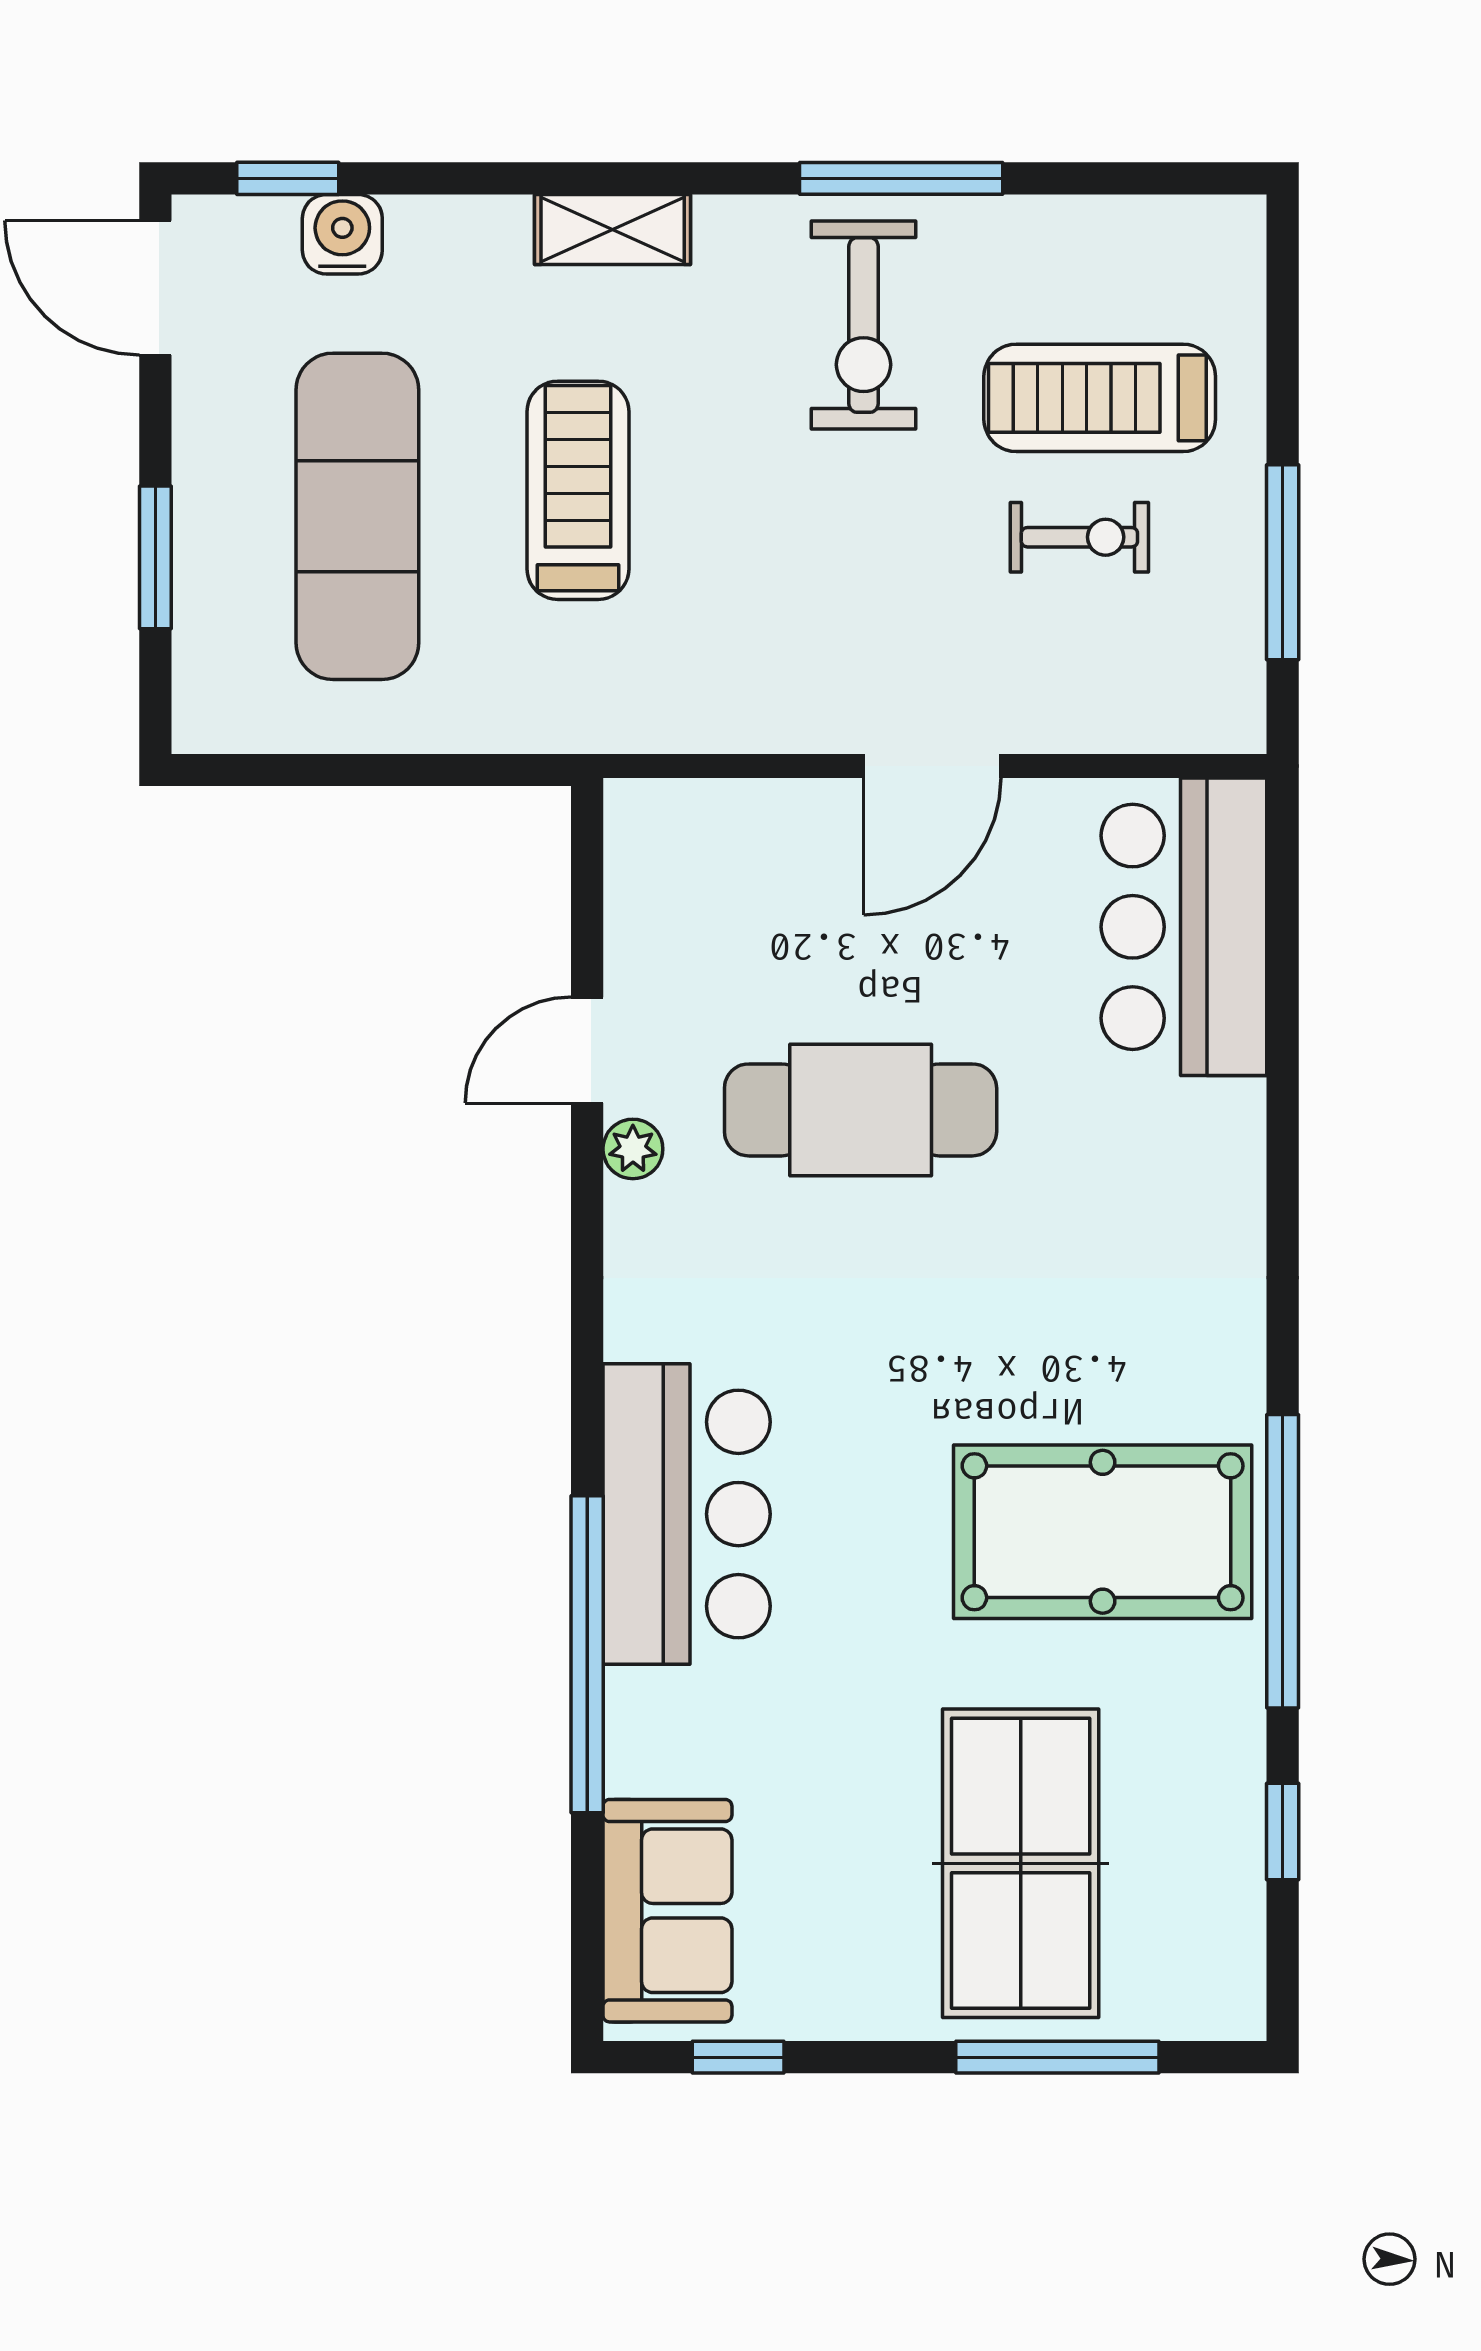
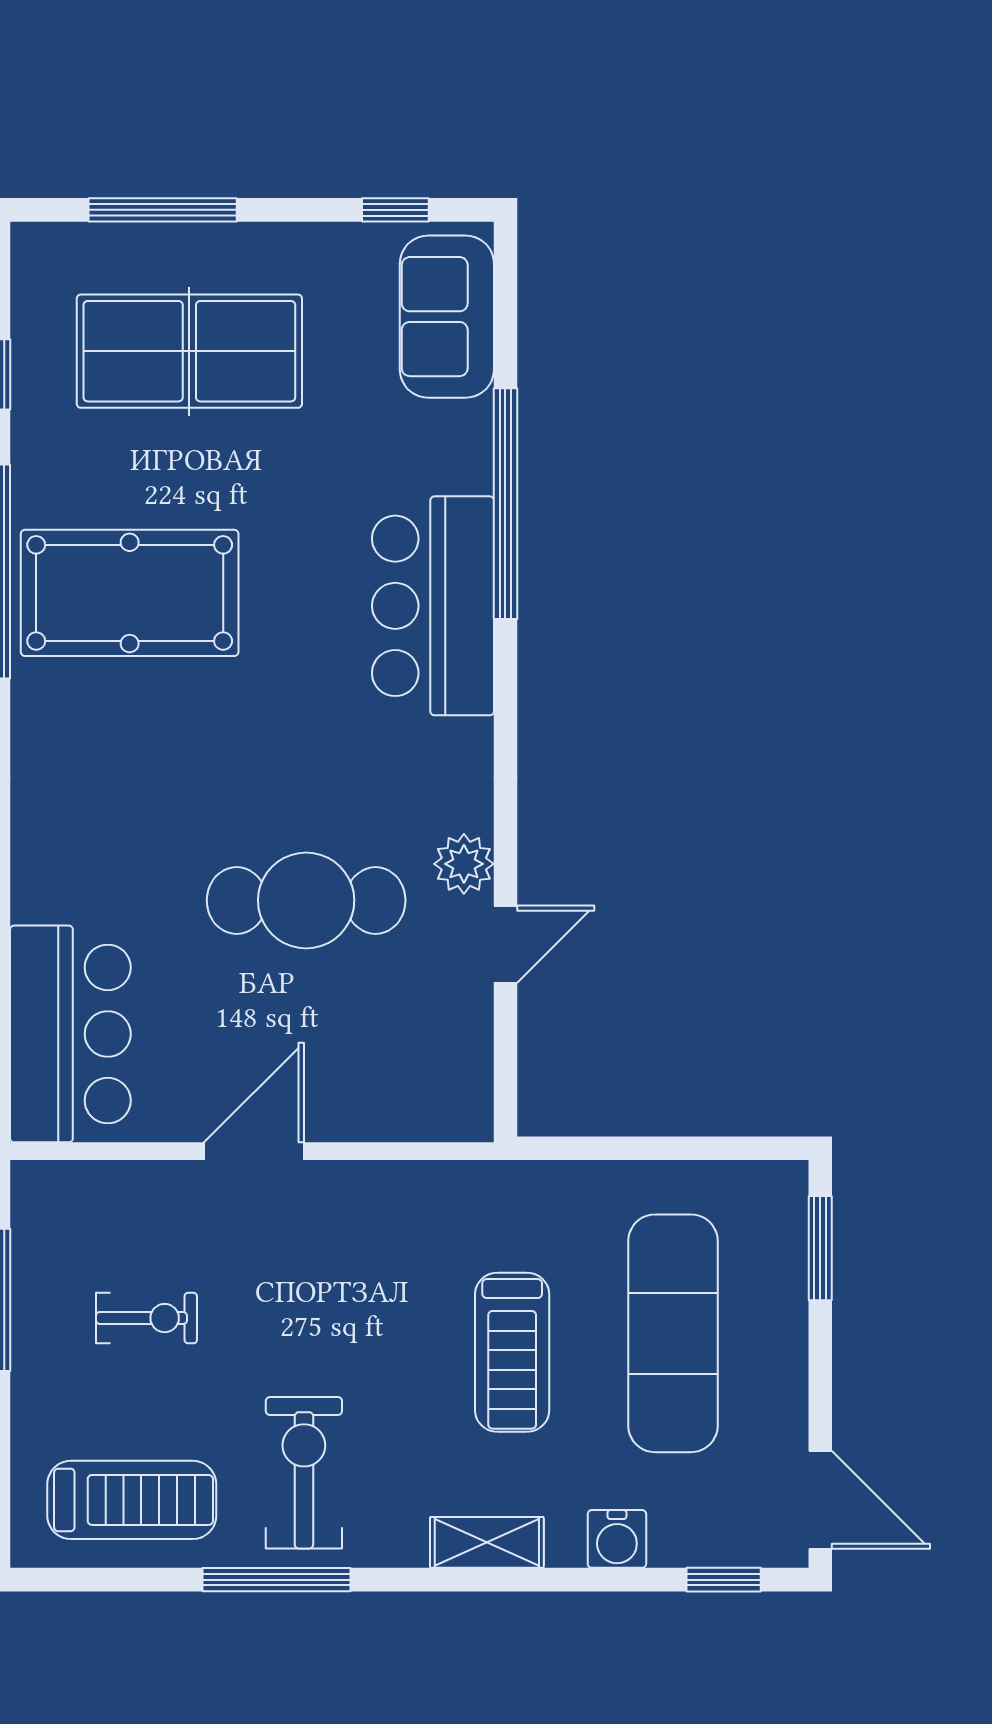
water cooler: (342, 234) -> (617, 1539), moved
treadmill: (1100, 398) -> (132, 1500), moved
exercise bike: (1079, 537) -> (146, 1318), turned 180
window: (155, 557) -> (820, 1248), moved
plant: (633, 1149) -> (464, 864), width x1.38, depth x1.38
table tennis table: (1021, 1863) -> (189, 351), turned 90

